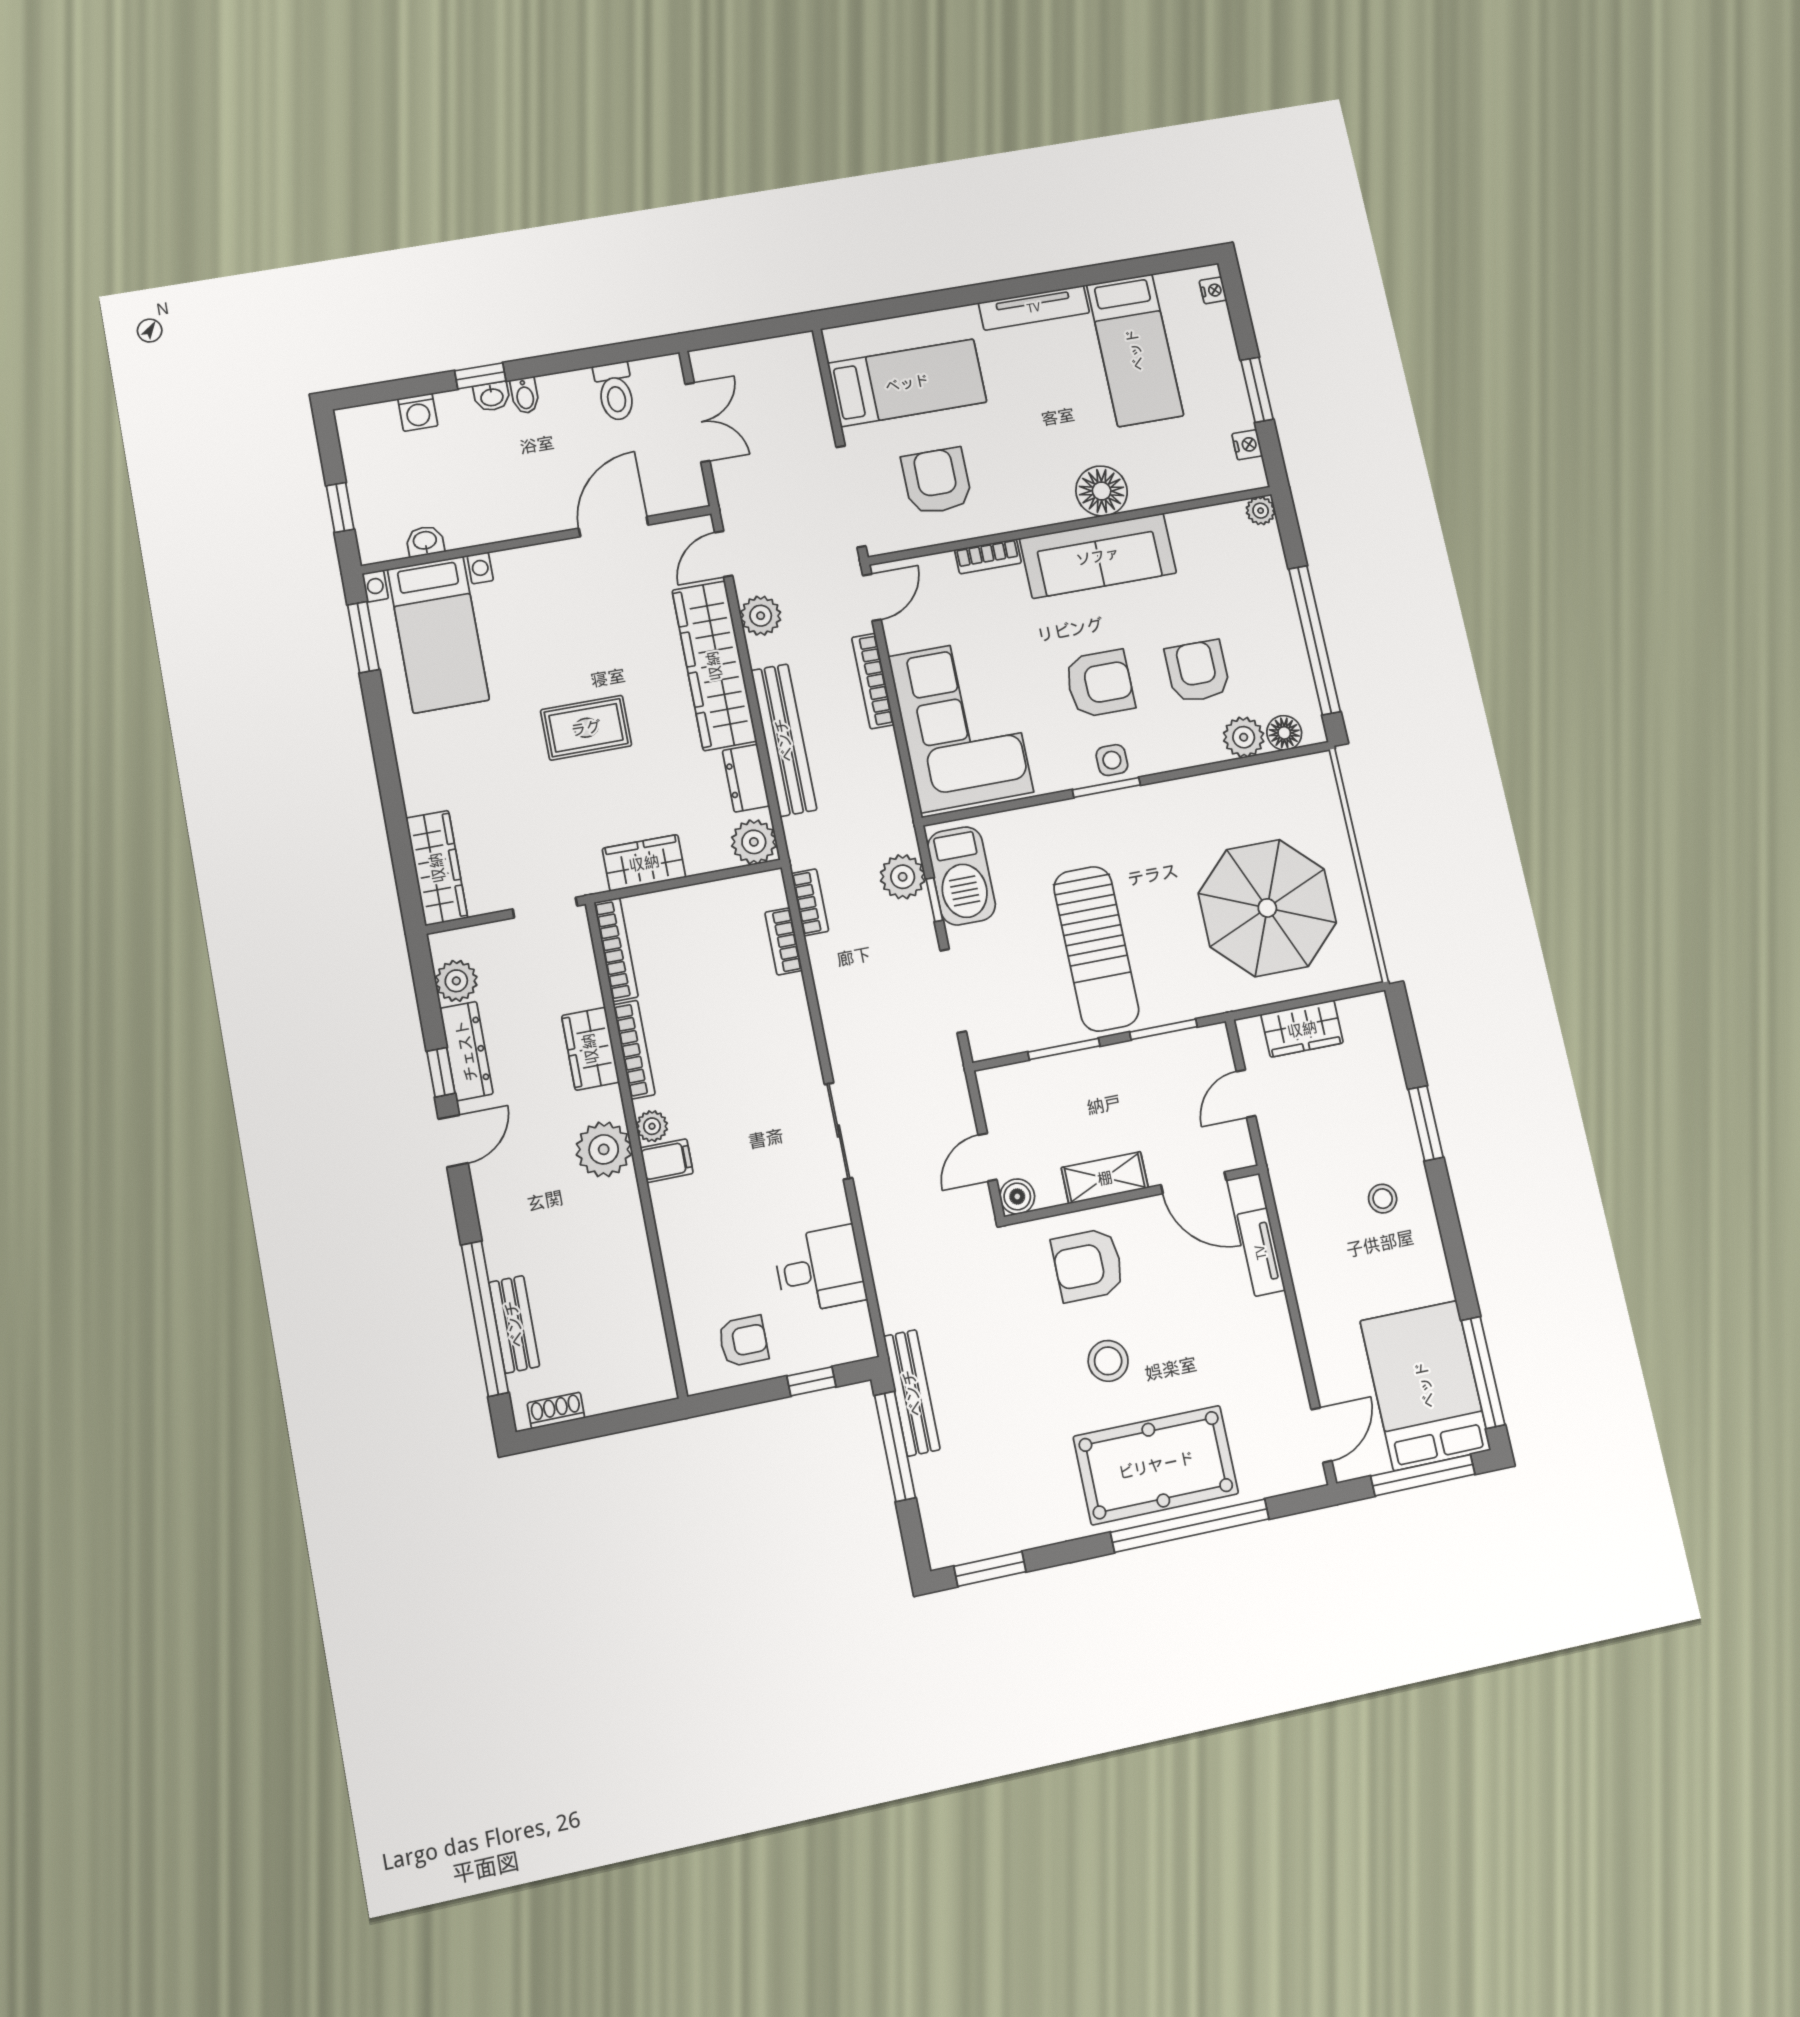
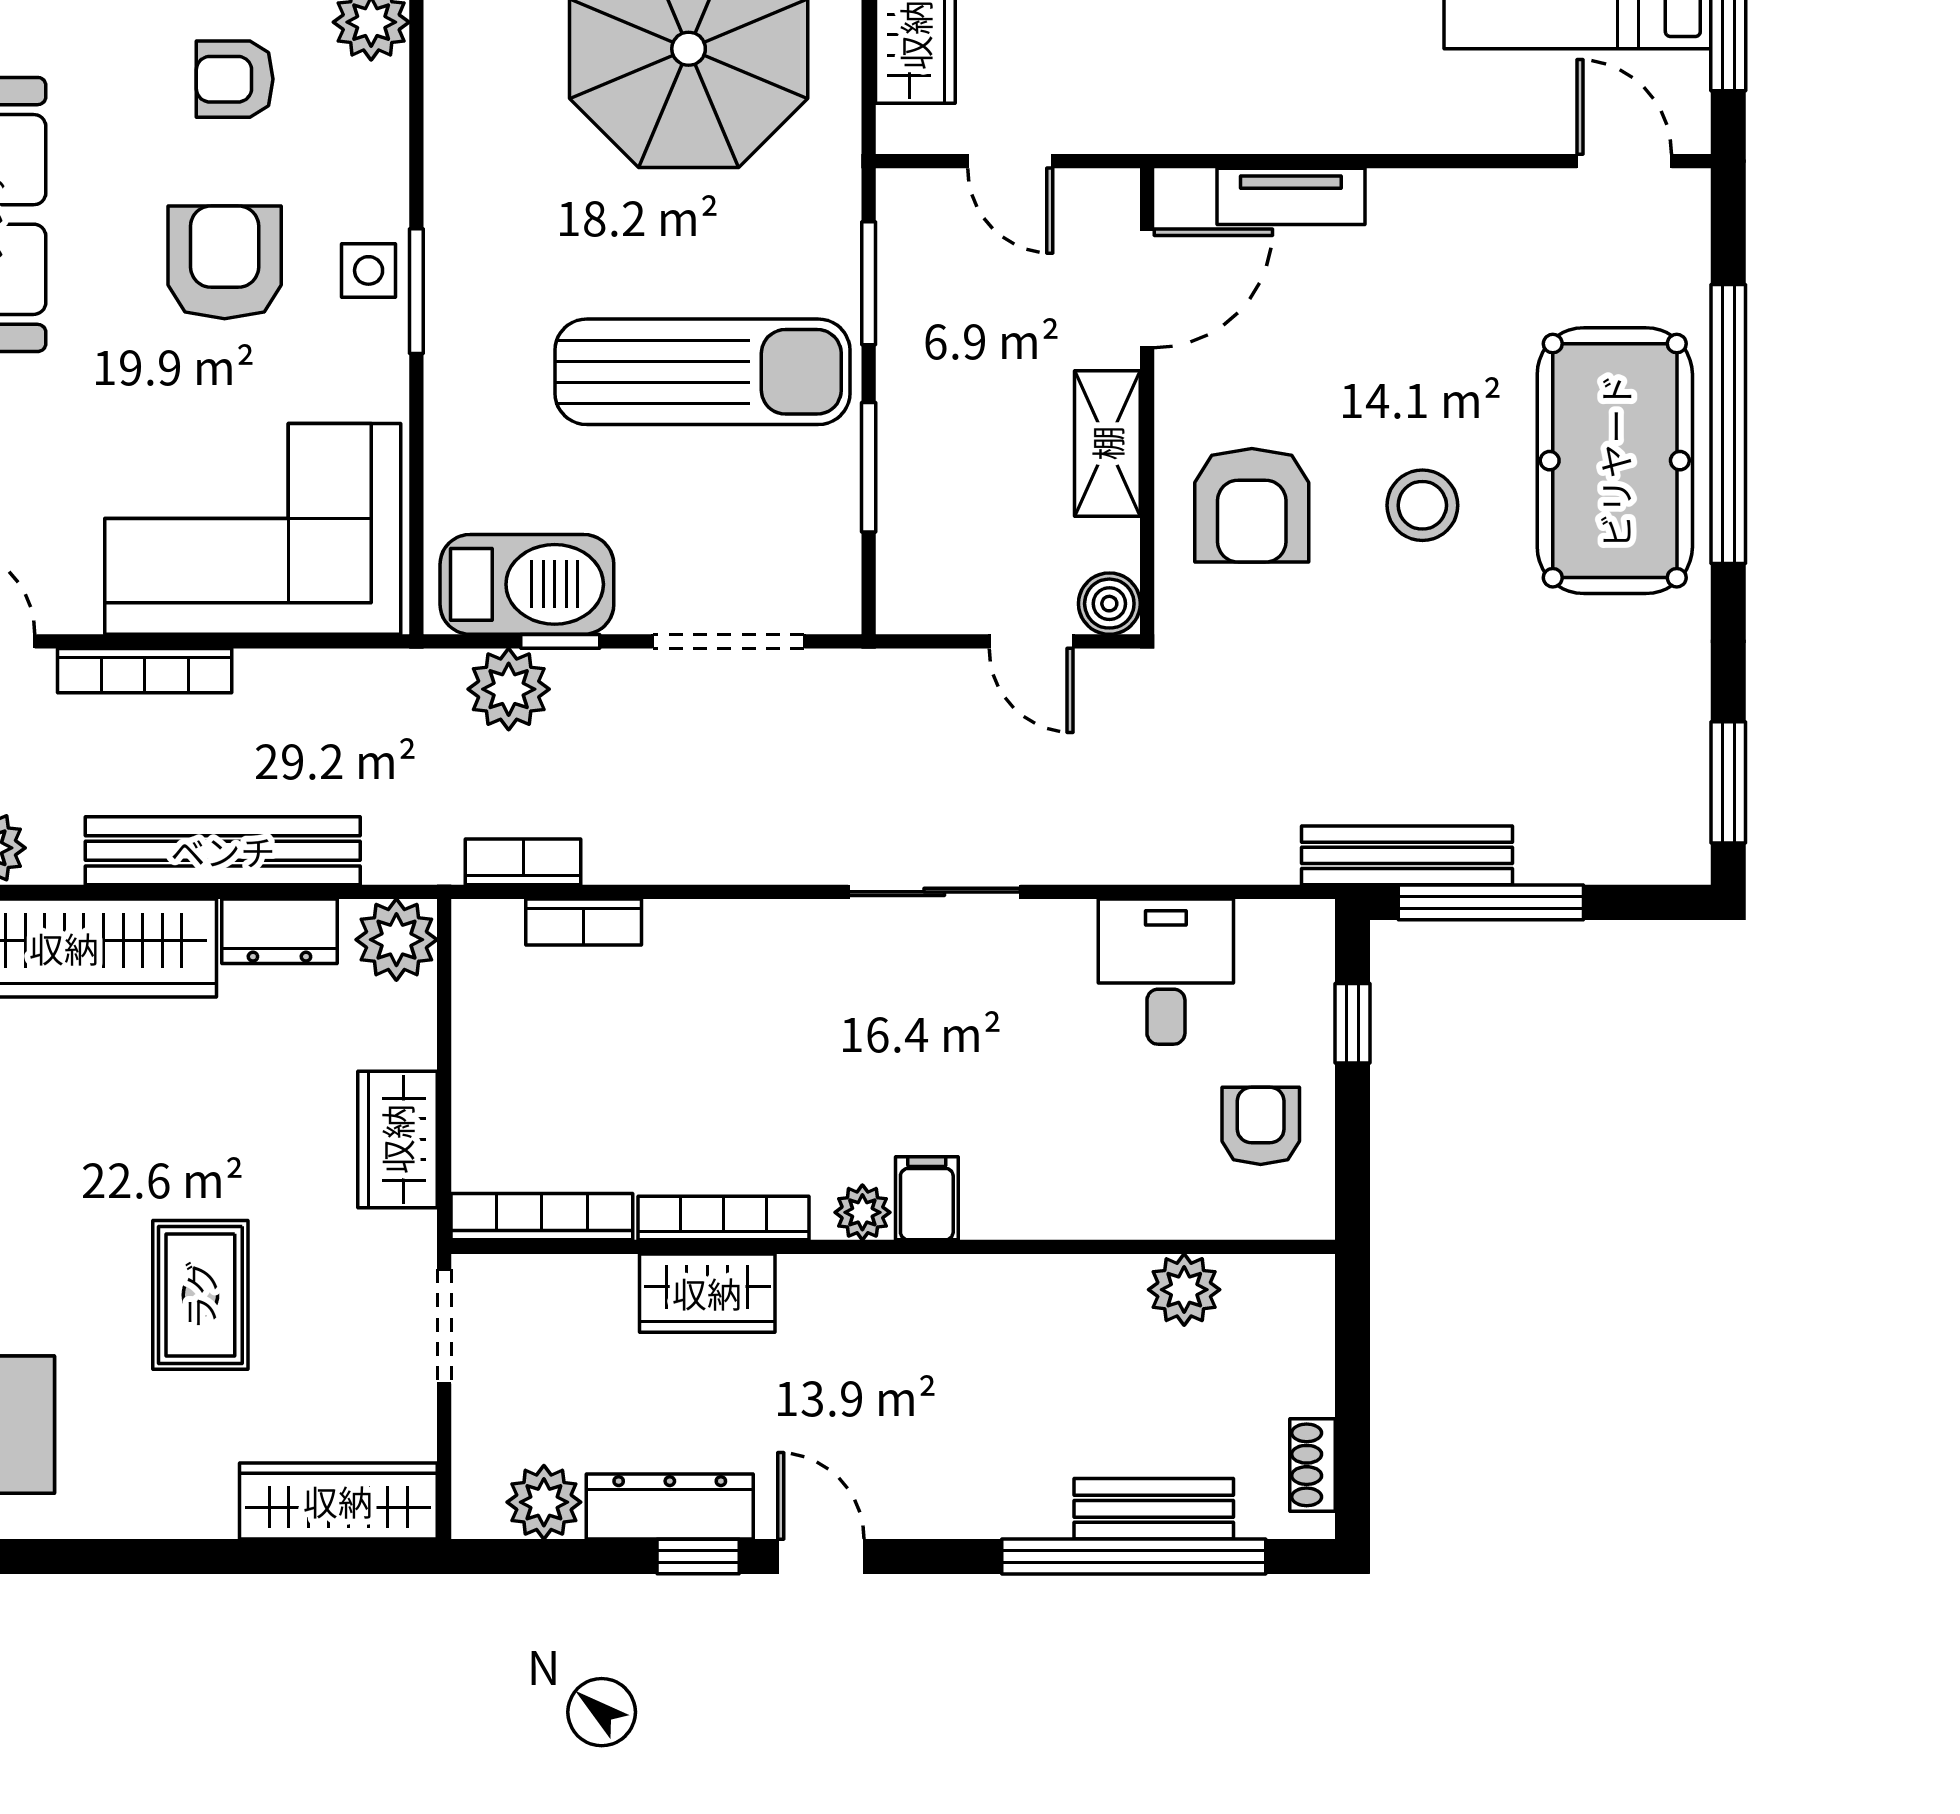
armchair: (1198, 671) -> (235, 79), width x0.72, depth x0.72
rug: (586, 728) -> (200, 1295), moved
plant: (604, 1149) -> (1184, 1290), moved, width x0.73, depth x0.73

